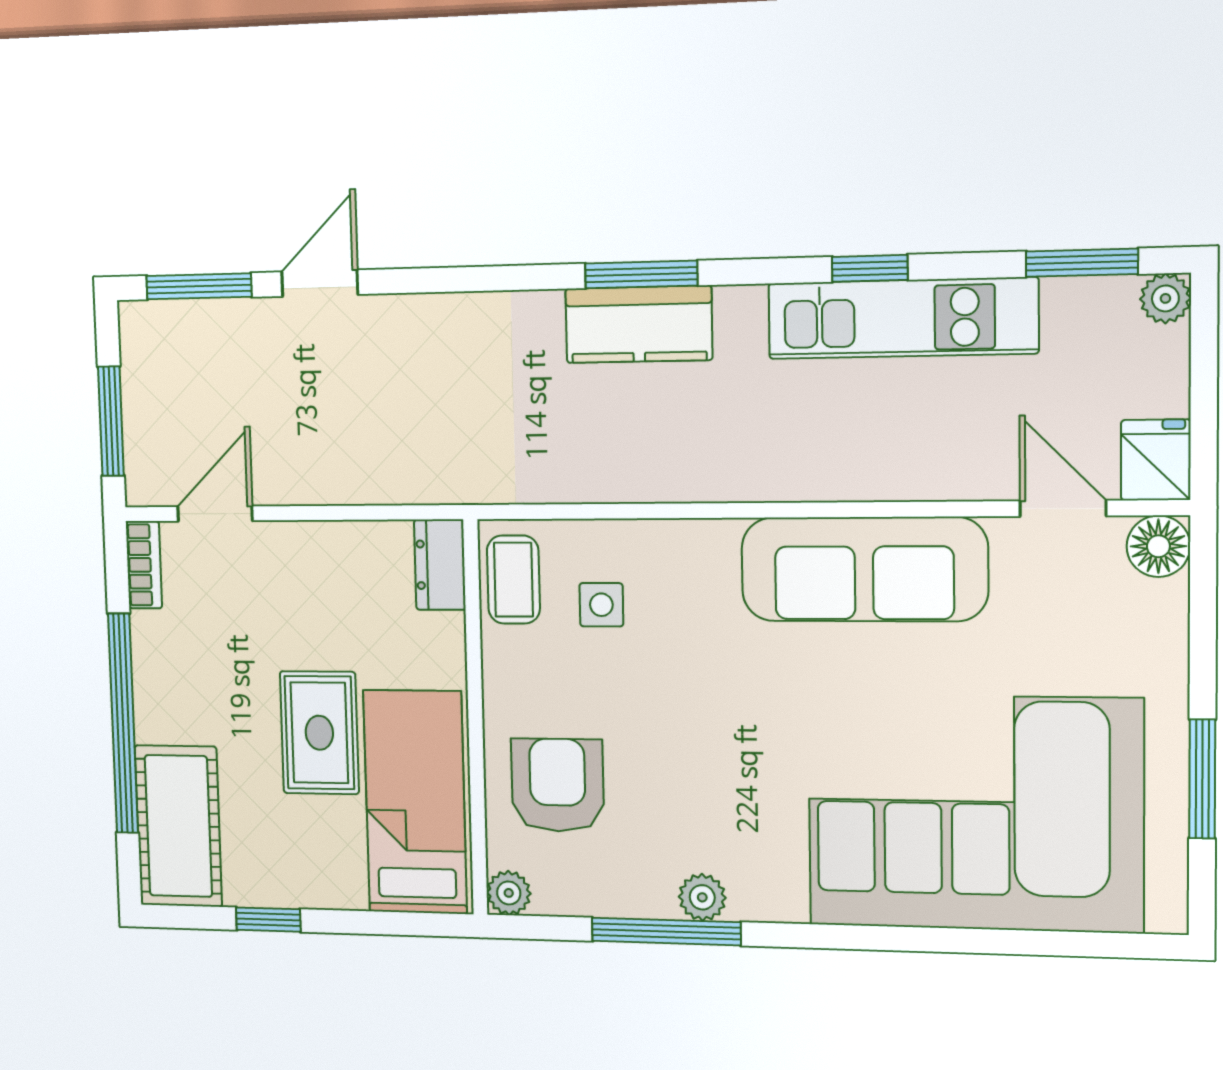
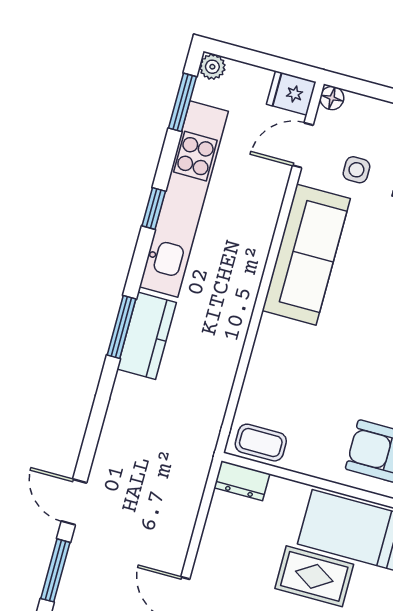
kitchen unit: (902, 318) -> (184, 199), width x1.36
floor lamp: (1158, 546) -> (332, 98), width x0.73, depth x0.73
side table: (601, 605) -> (356, 170), moved

